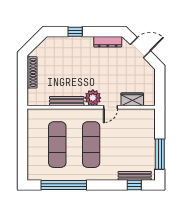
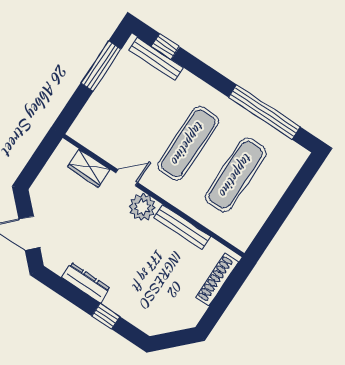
dresser: (108, 42) -> (86, 283), moved
shoe rack: (32, 72) -> (217, 280), moved

